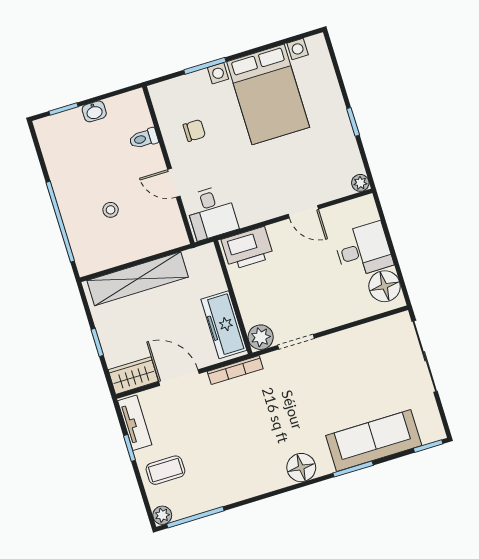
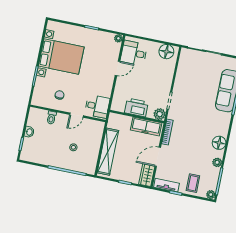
printer: (247, 248) -> (136, 107), moved, turned -90
desk: (363, 250) -> (134, 53), moved, turned -90
floor lamp: (301, 468) -> (219, 143), moved
plant: (229, 494) -> (217, 162), added

